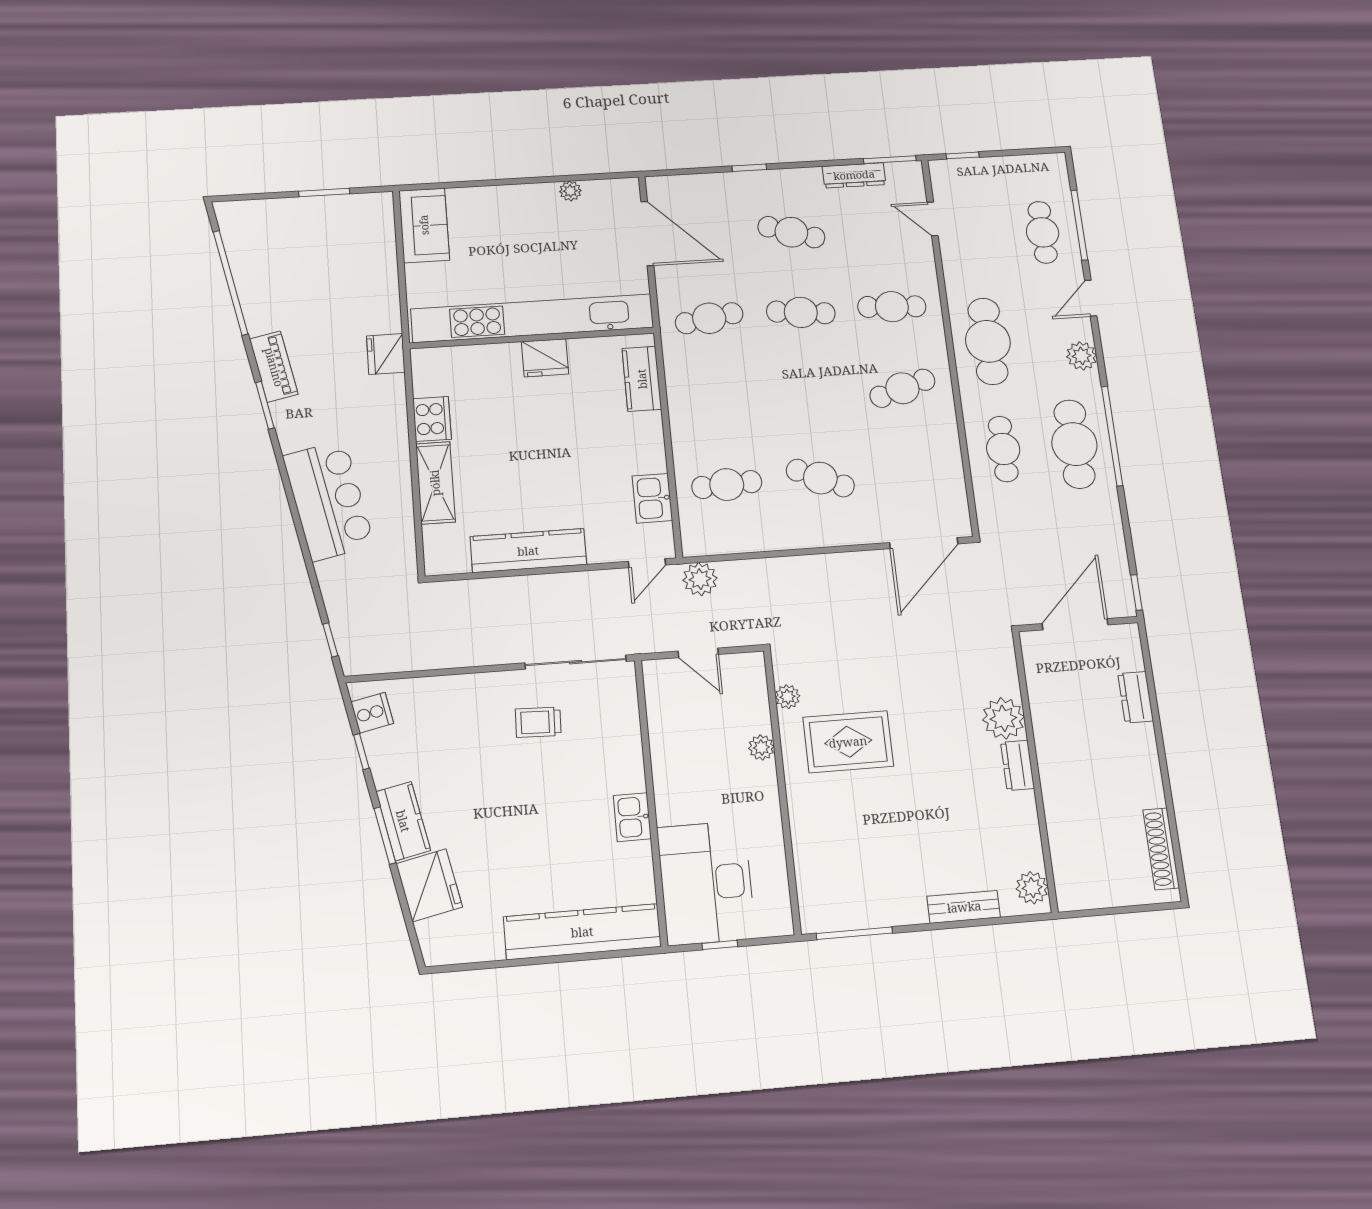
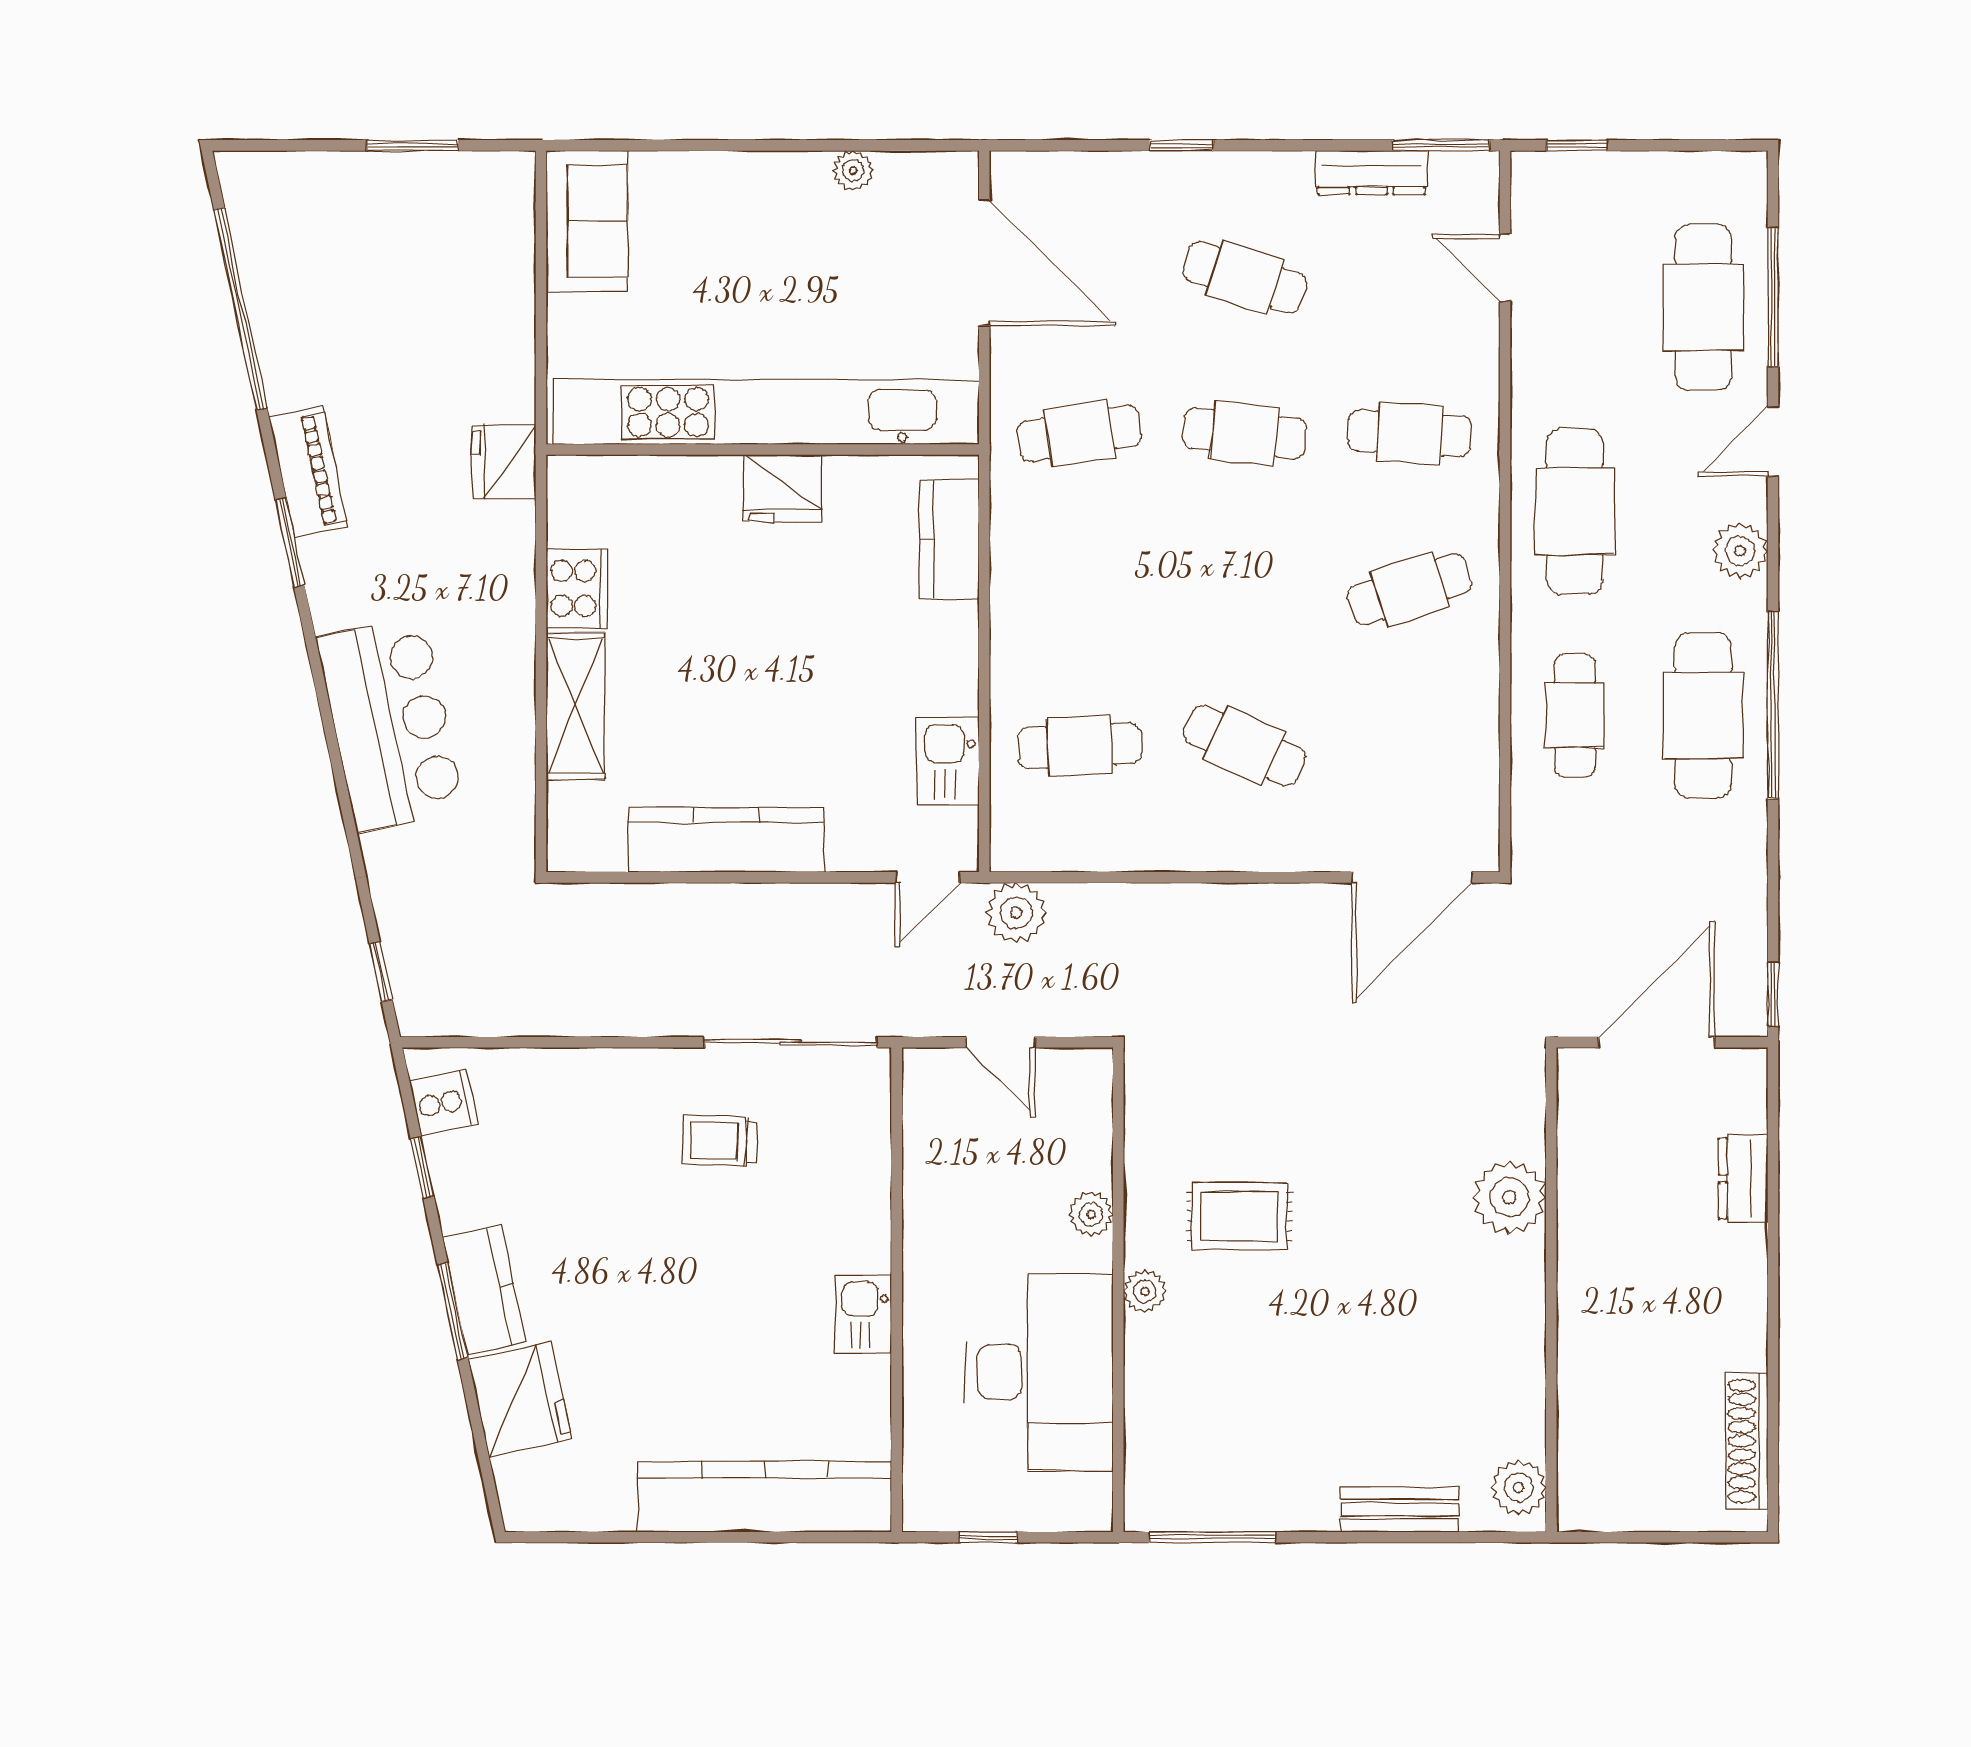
cafe table: (1043, 232) -> (1703, 307), width x1.37, depth x1.35
plant: (788, 697) -> (1145, 1291), moved
rug: (848, 742) -> (1239, 1216), width x0.73, depth x0.70
dresser: (1018, 765) -> (1523, 1280), removed
desk: (706, 883) -> (1039, 1372), moved, turned 180

